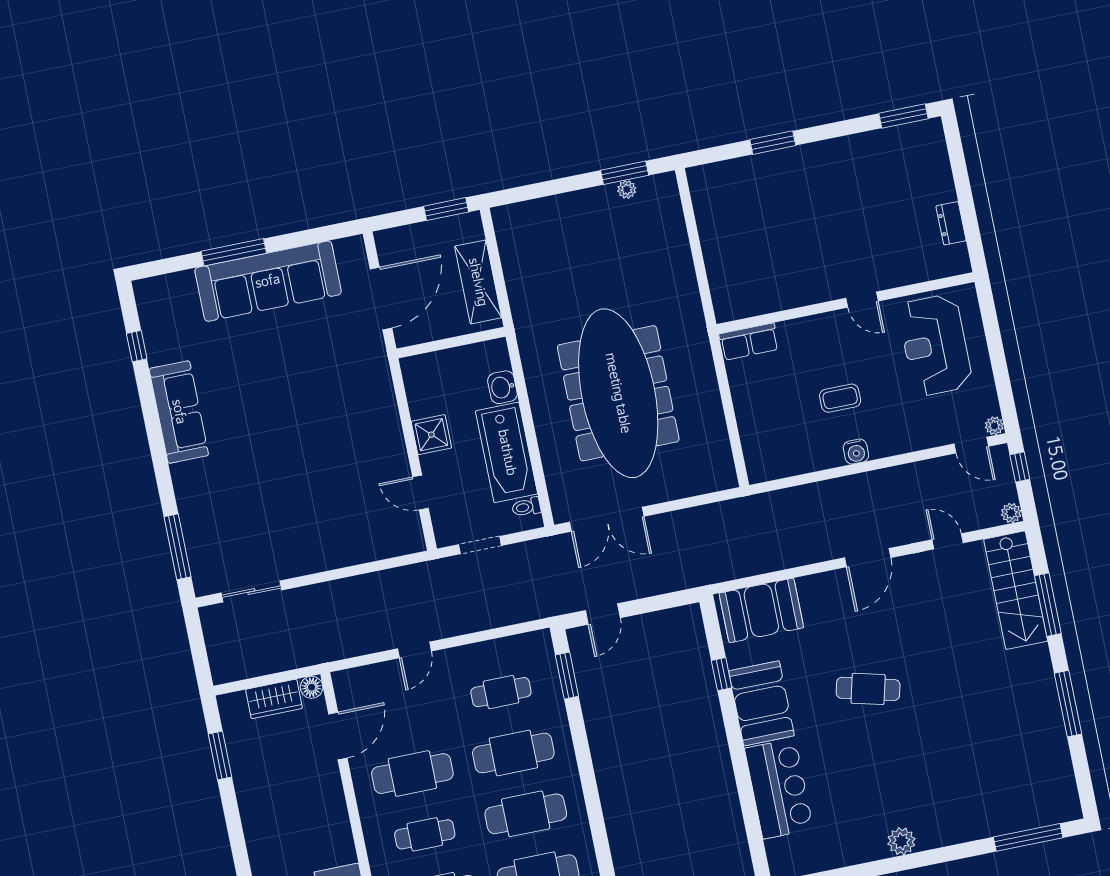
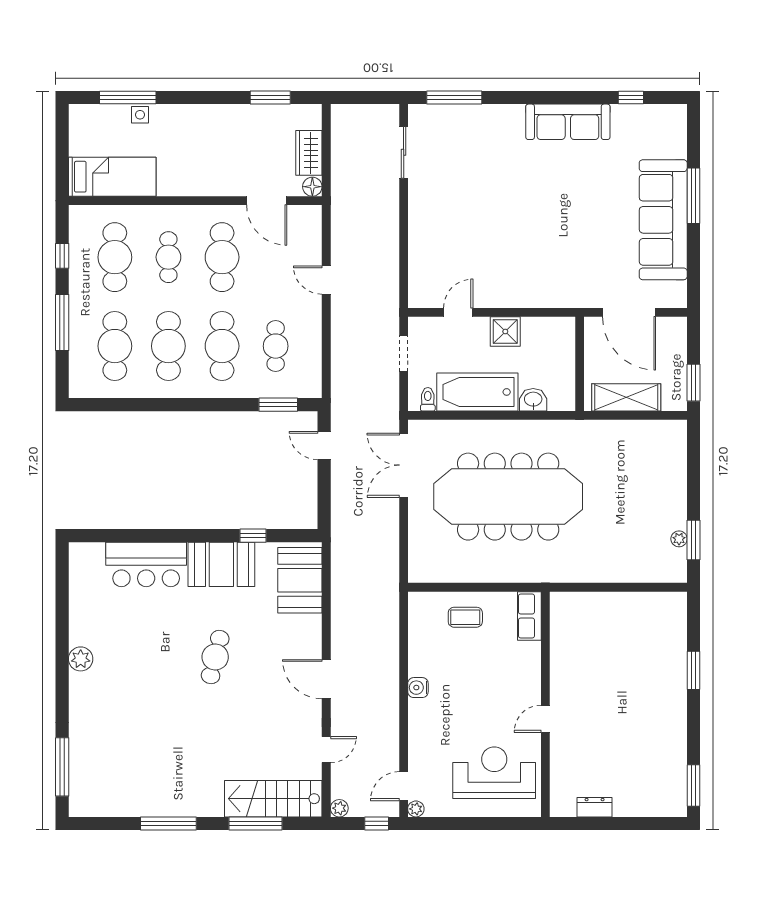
coffee table: (840, 398) -> (465, 617), moved, turned 90

